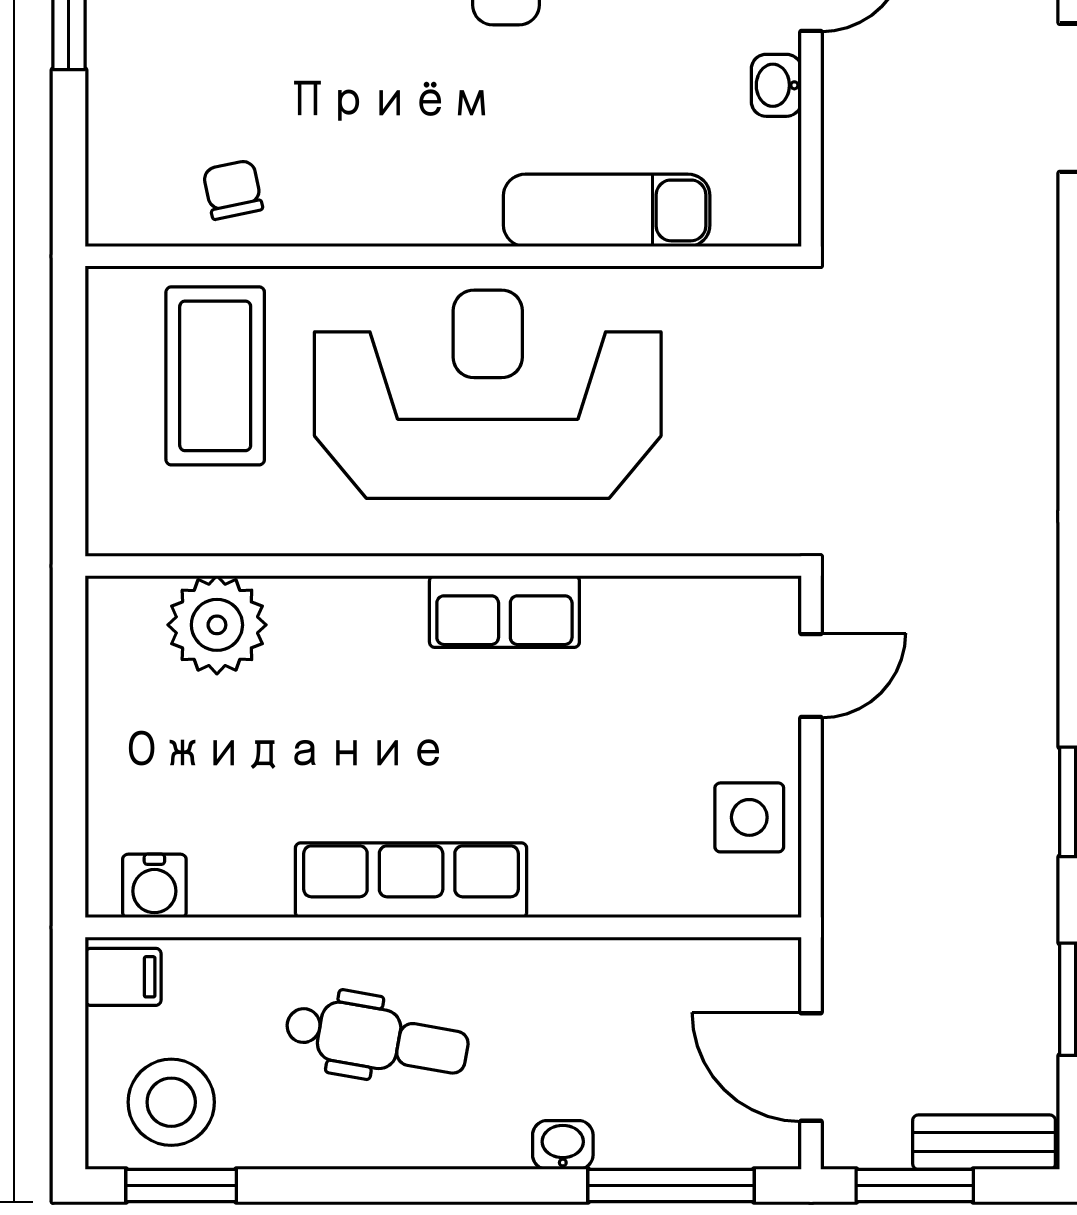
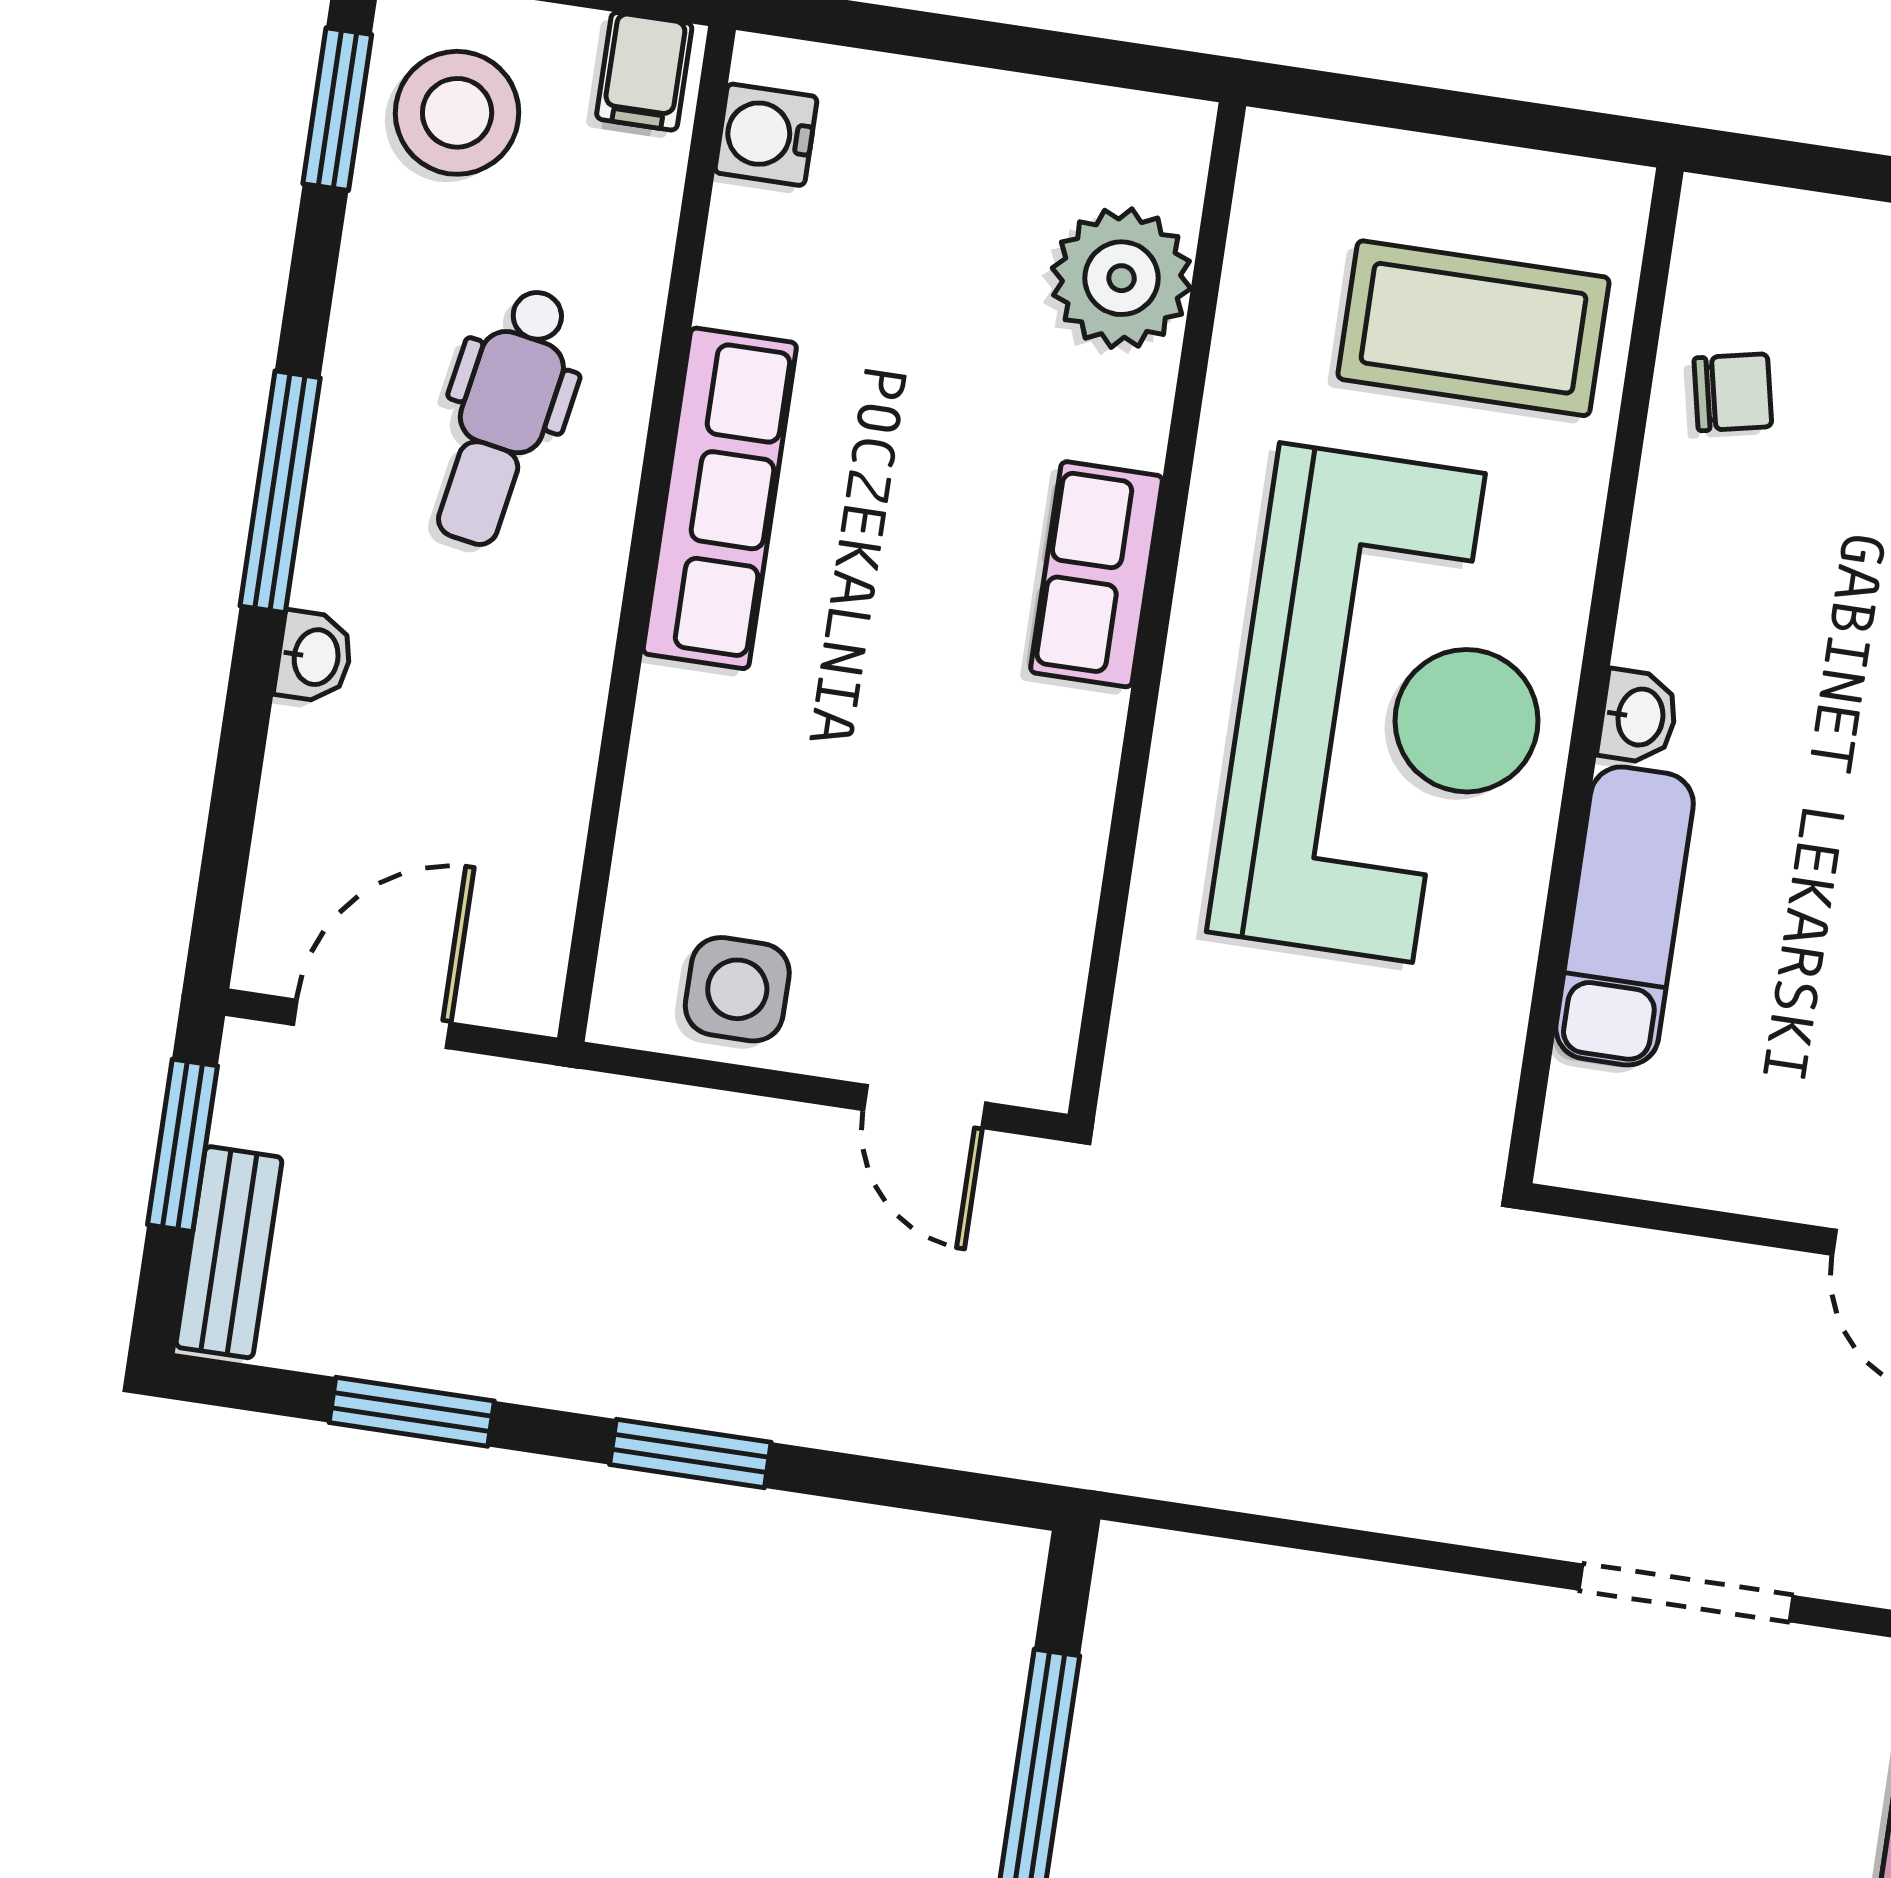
washbasin: (776, 85) -> (1638, 717), moved, turned 90
row of seats: (504, 612) -> (1096, 574), moved
window: (671, 1186) -> (280, 492), moved

